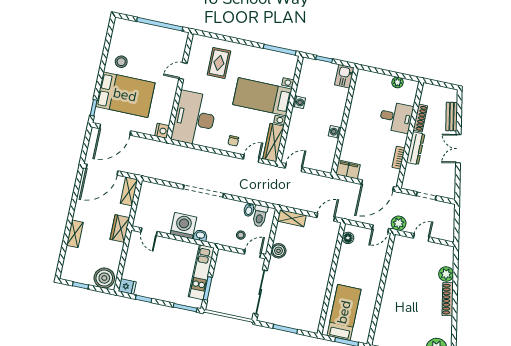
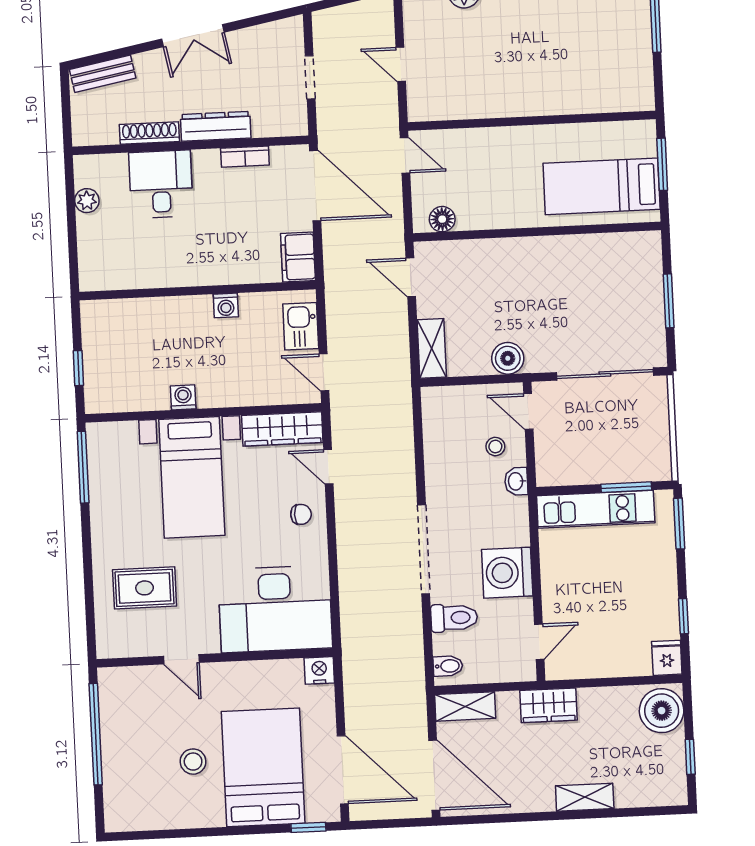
stool: (121, 62) -> (193, 762), moved
kitchen sink: (344, 76) -> (301, 326), moved, turned 90
bench: (452, 117) -> (103, 74), moved
bidet: (249, 210) -> (448, 666), moved
toilet: (260, 216) -> (454, 618), moved
plant: (399, 223) -> (383, 120), removed
washbasin: (200, 235) -> (516, 481), moved

